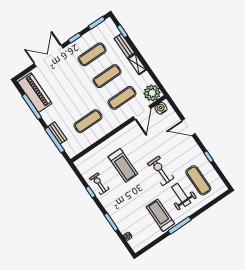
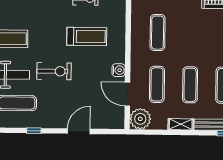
water cooler: (161, 108) -> (119, 70), moved
treadmill: (123, 165) -> (87, 36), turned 180

